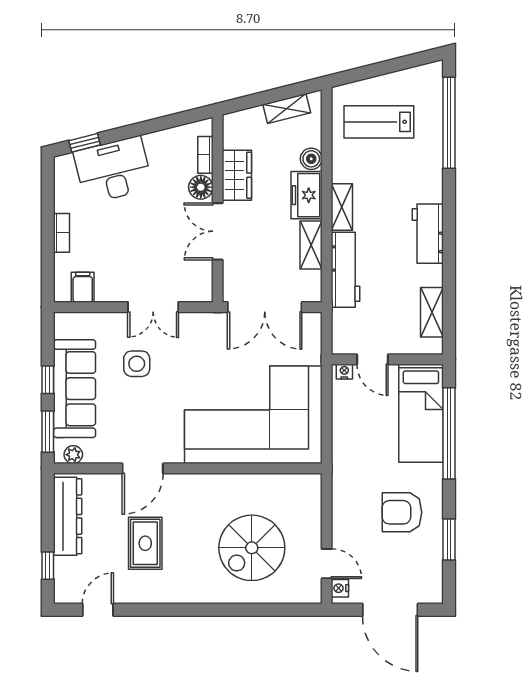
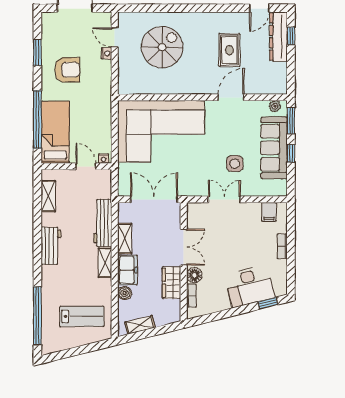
dresser: (68, 516) -> (278, 37), moved
nightstand: (340, 588) -> (106, 53), moved

